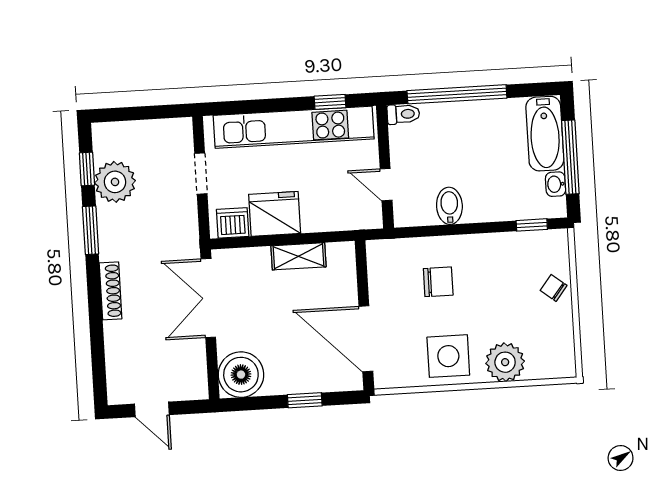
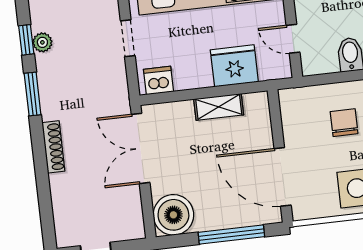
plant: (115, 182) -> (42, 42), width x0.53, depth x0.53
fridge: (275, 214) -> (234, 66), moved
chair: (438, 282) -> (344, 123), turned -90
window: (305, 400) -> (231, 235), width x2.17

